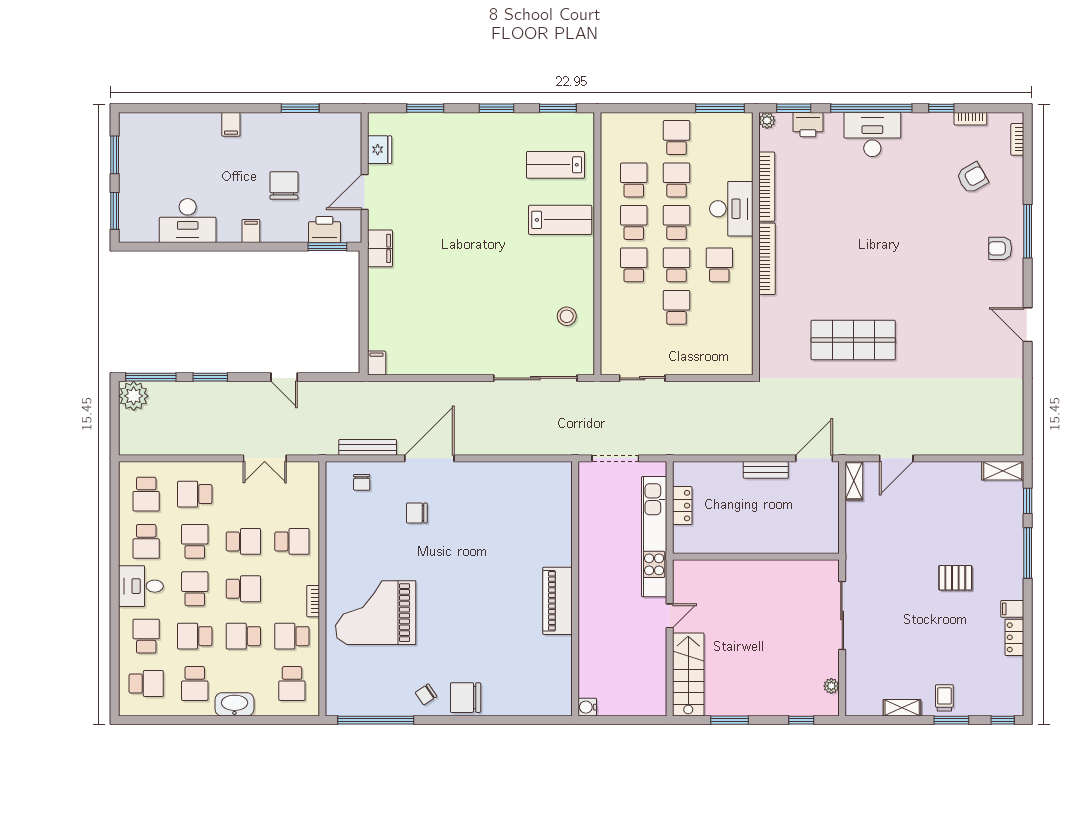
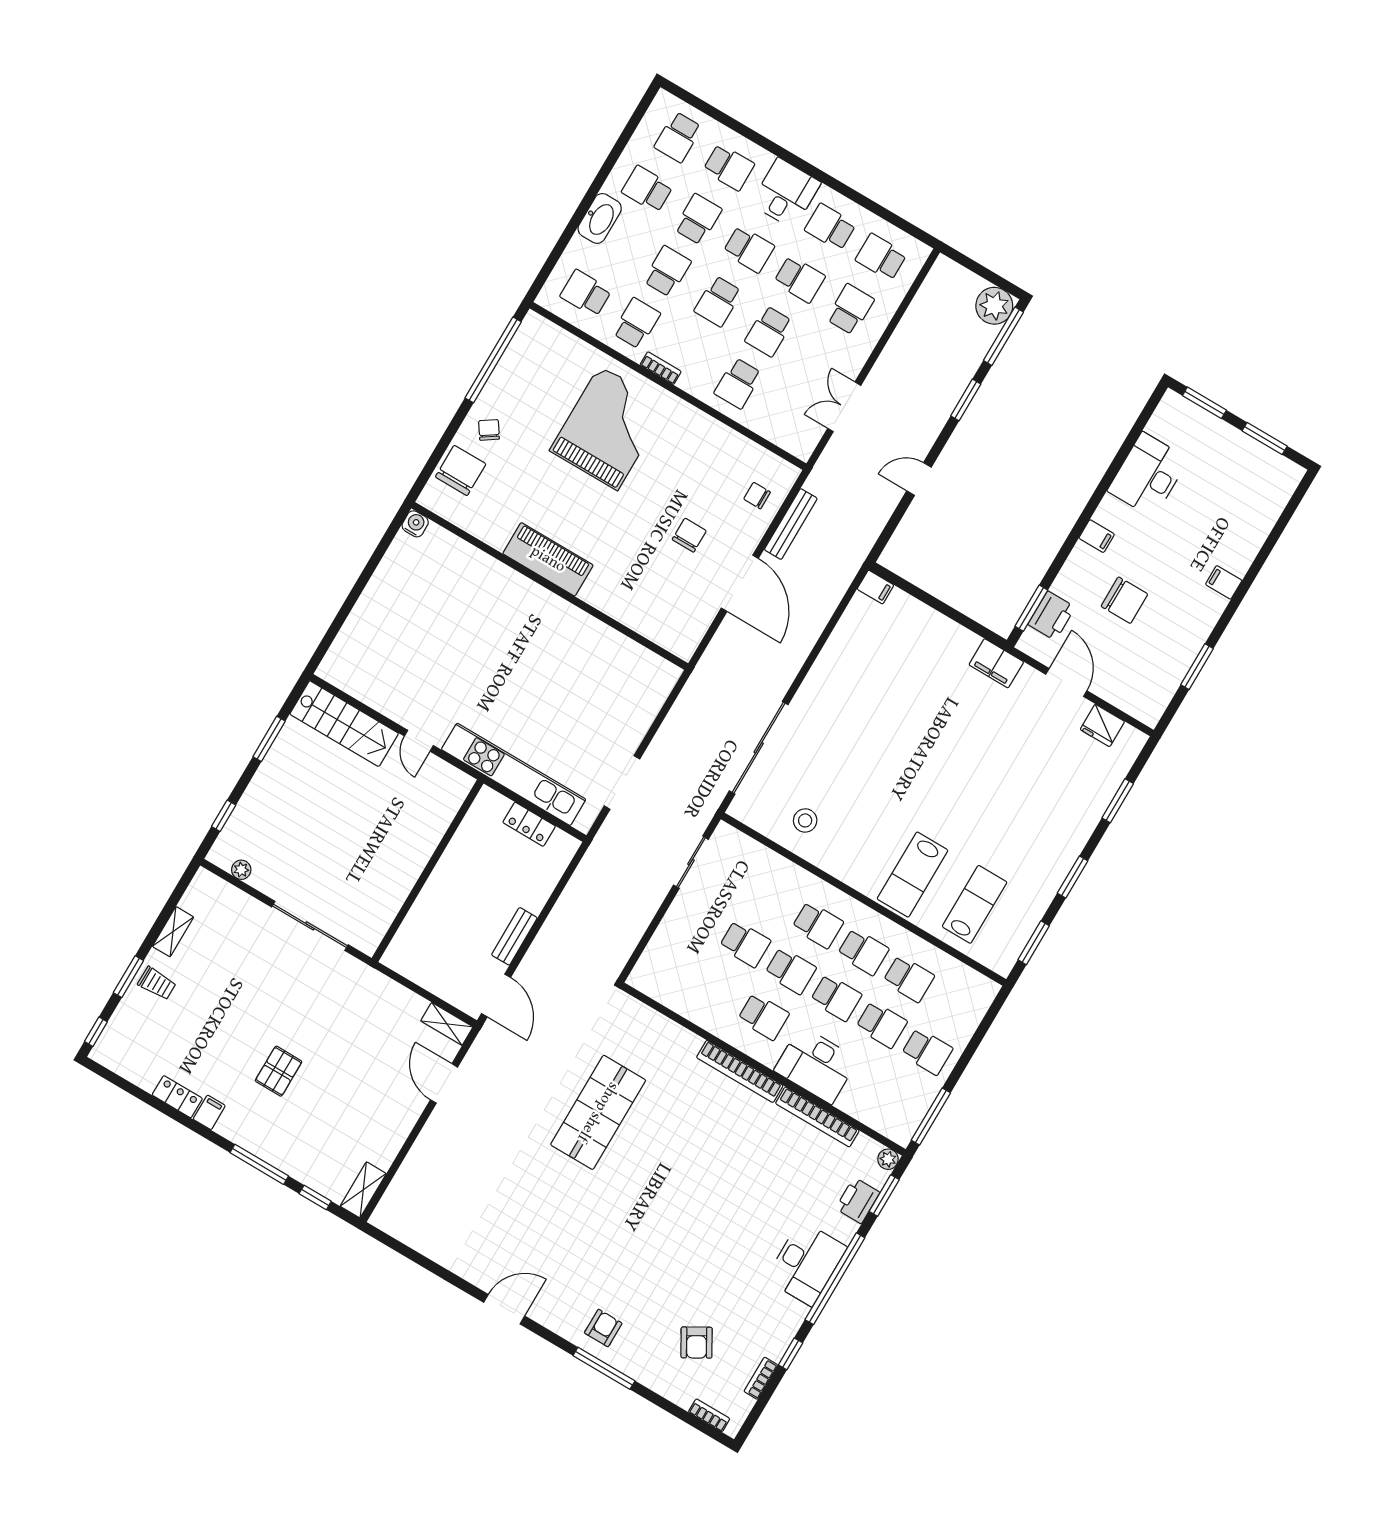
wall: (575, 589) -> (550, 586), moved
piano: (558, 601) -> (548, 559), moved
water cooler: (587, 707) -> (415, 524), moved

